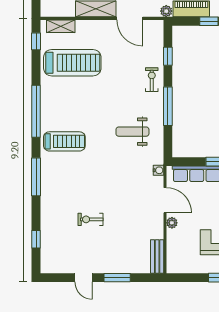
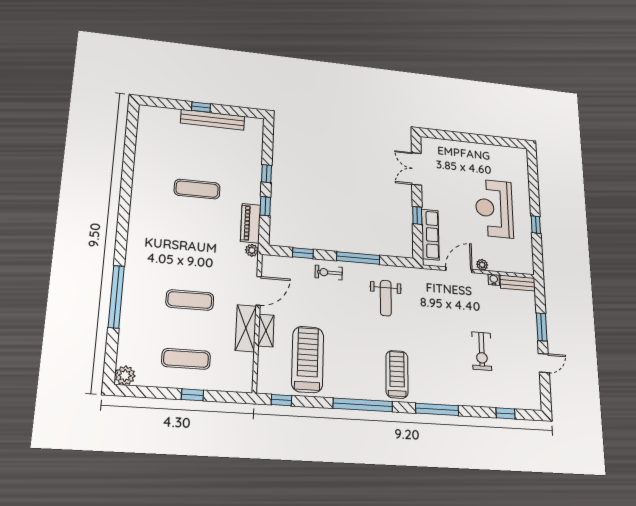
shelving: (61, 26) -> (266, 331), moved
water cooler: (158, 170) -> (494, 280), moved
exercise bike: (90, 219) -> (482, 351), width x1.38, depth x1.39

